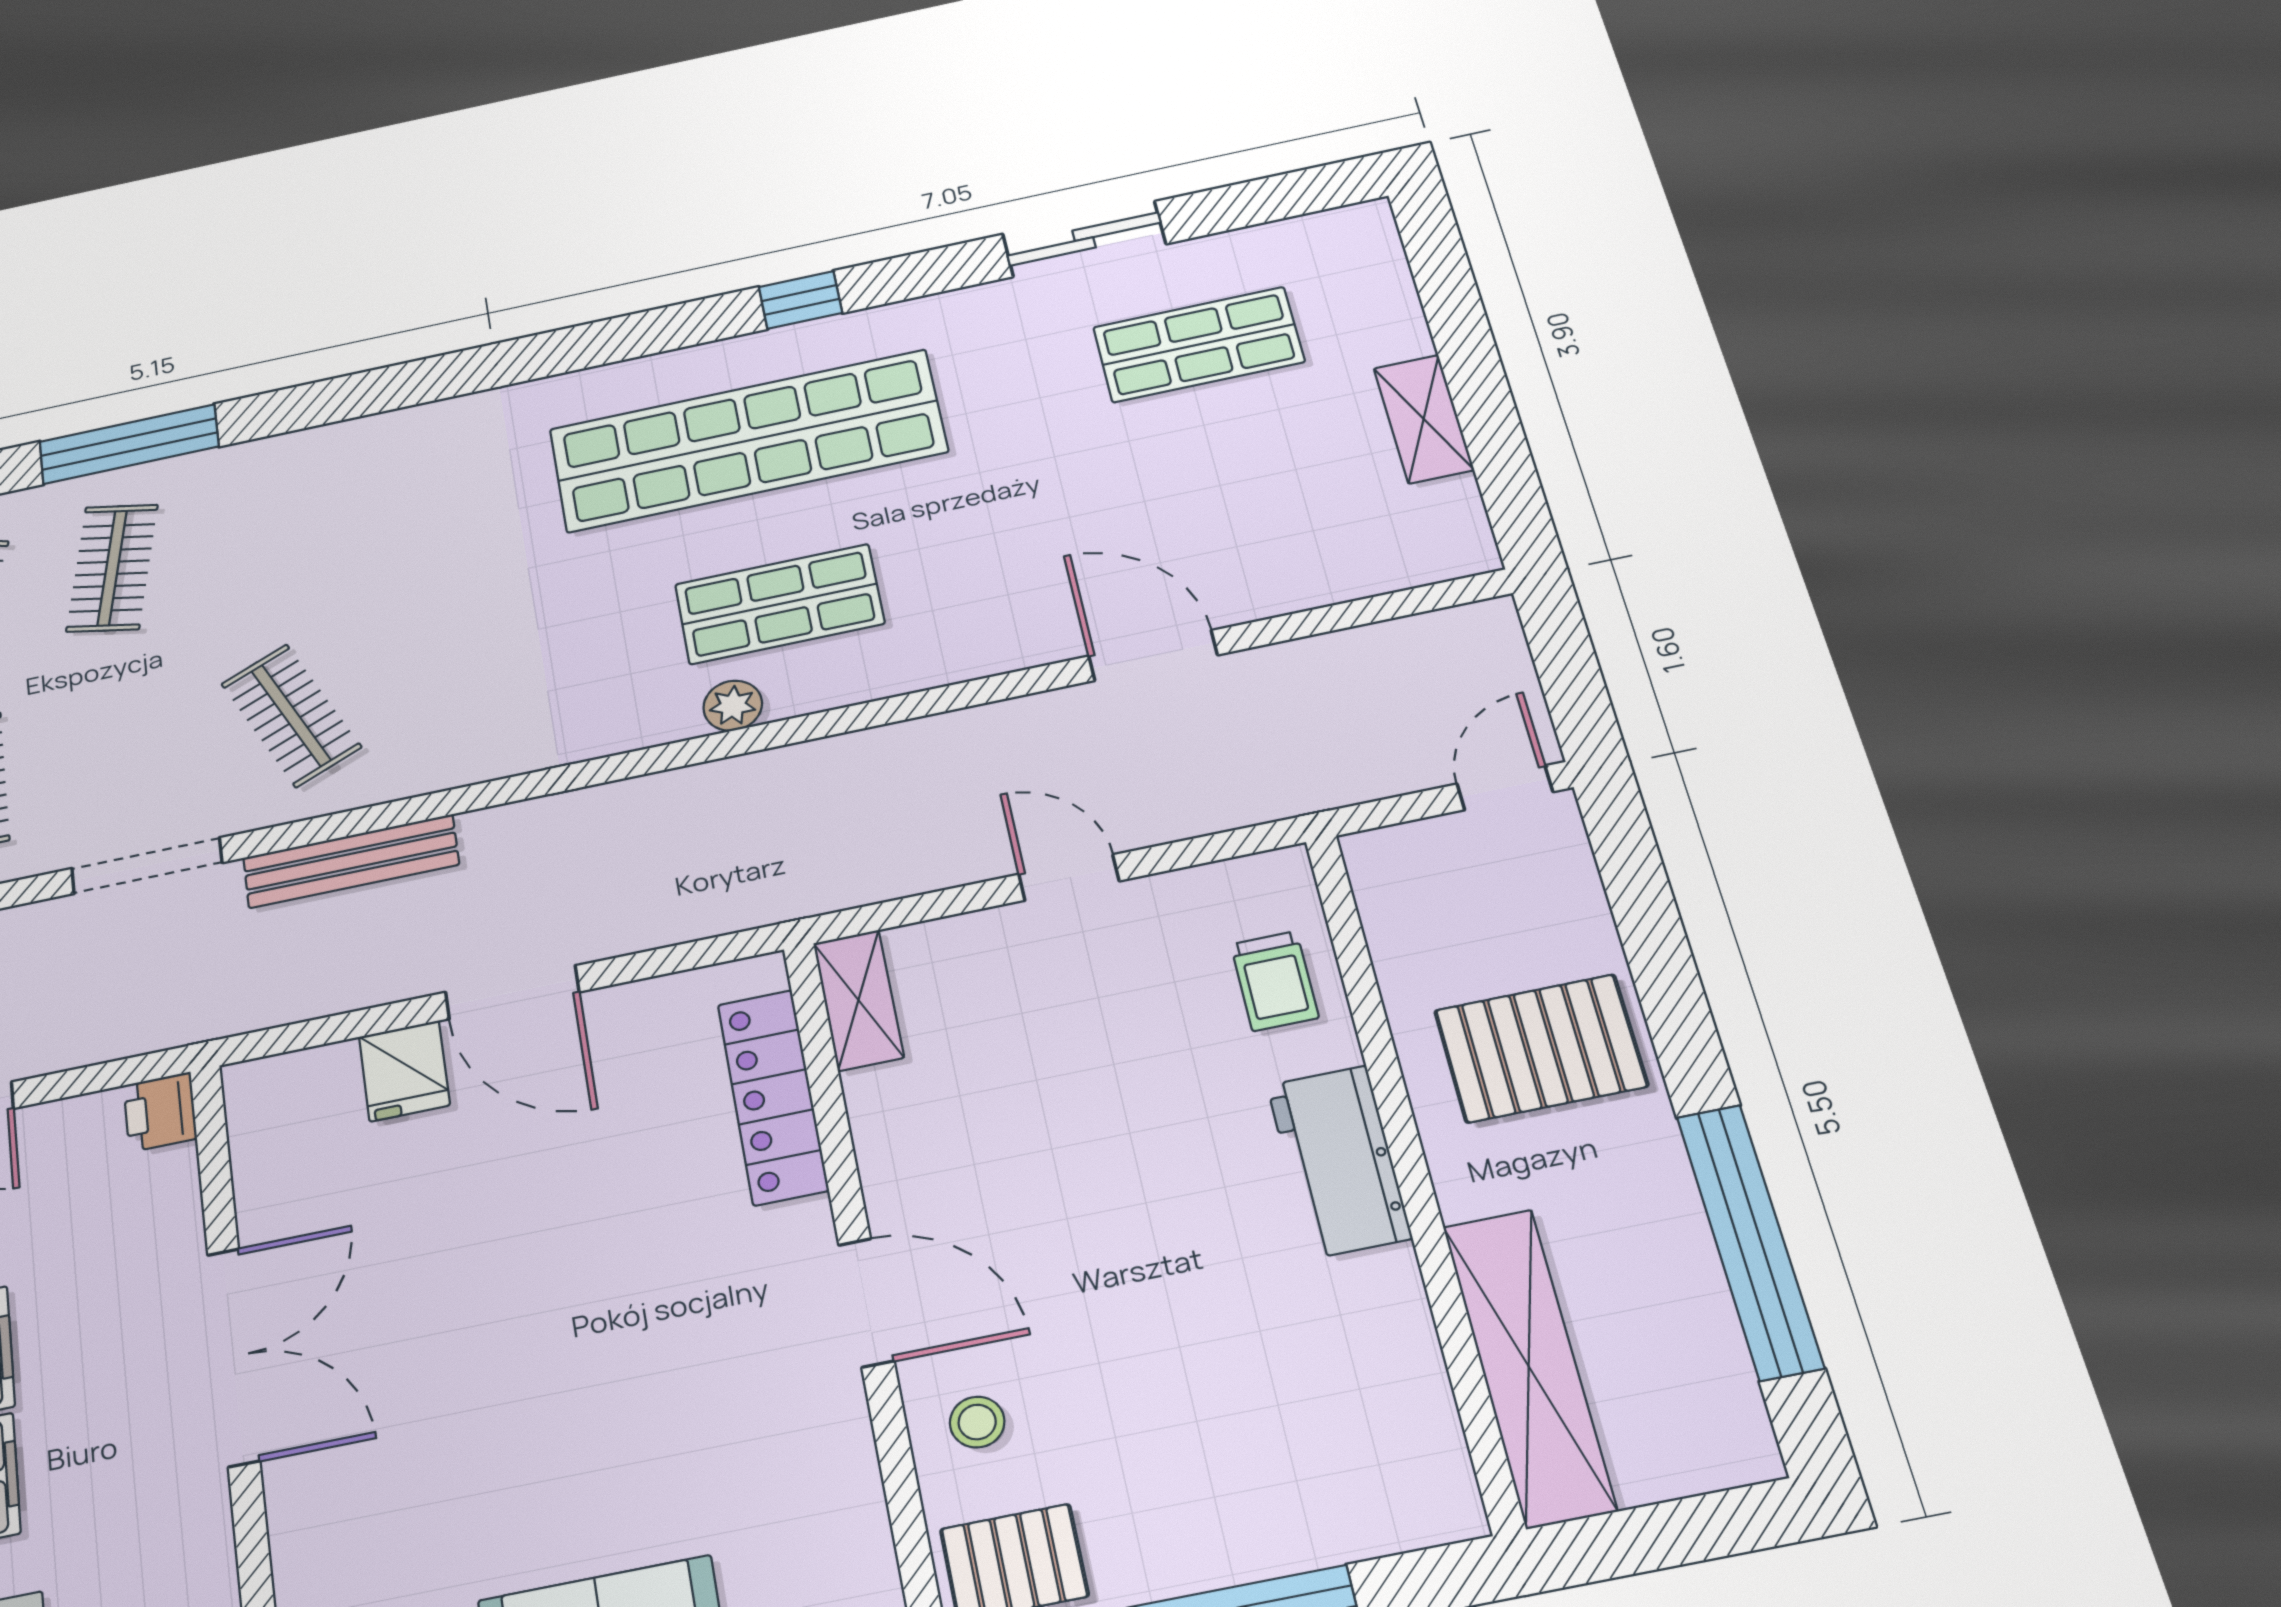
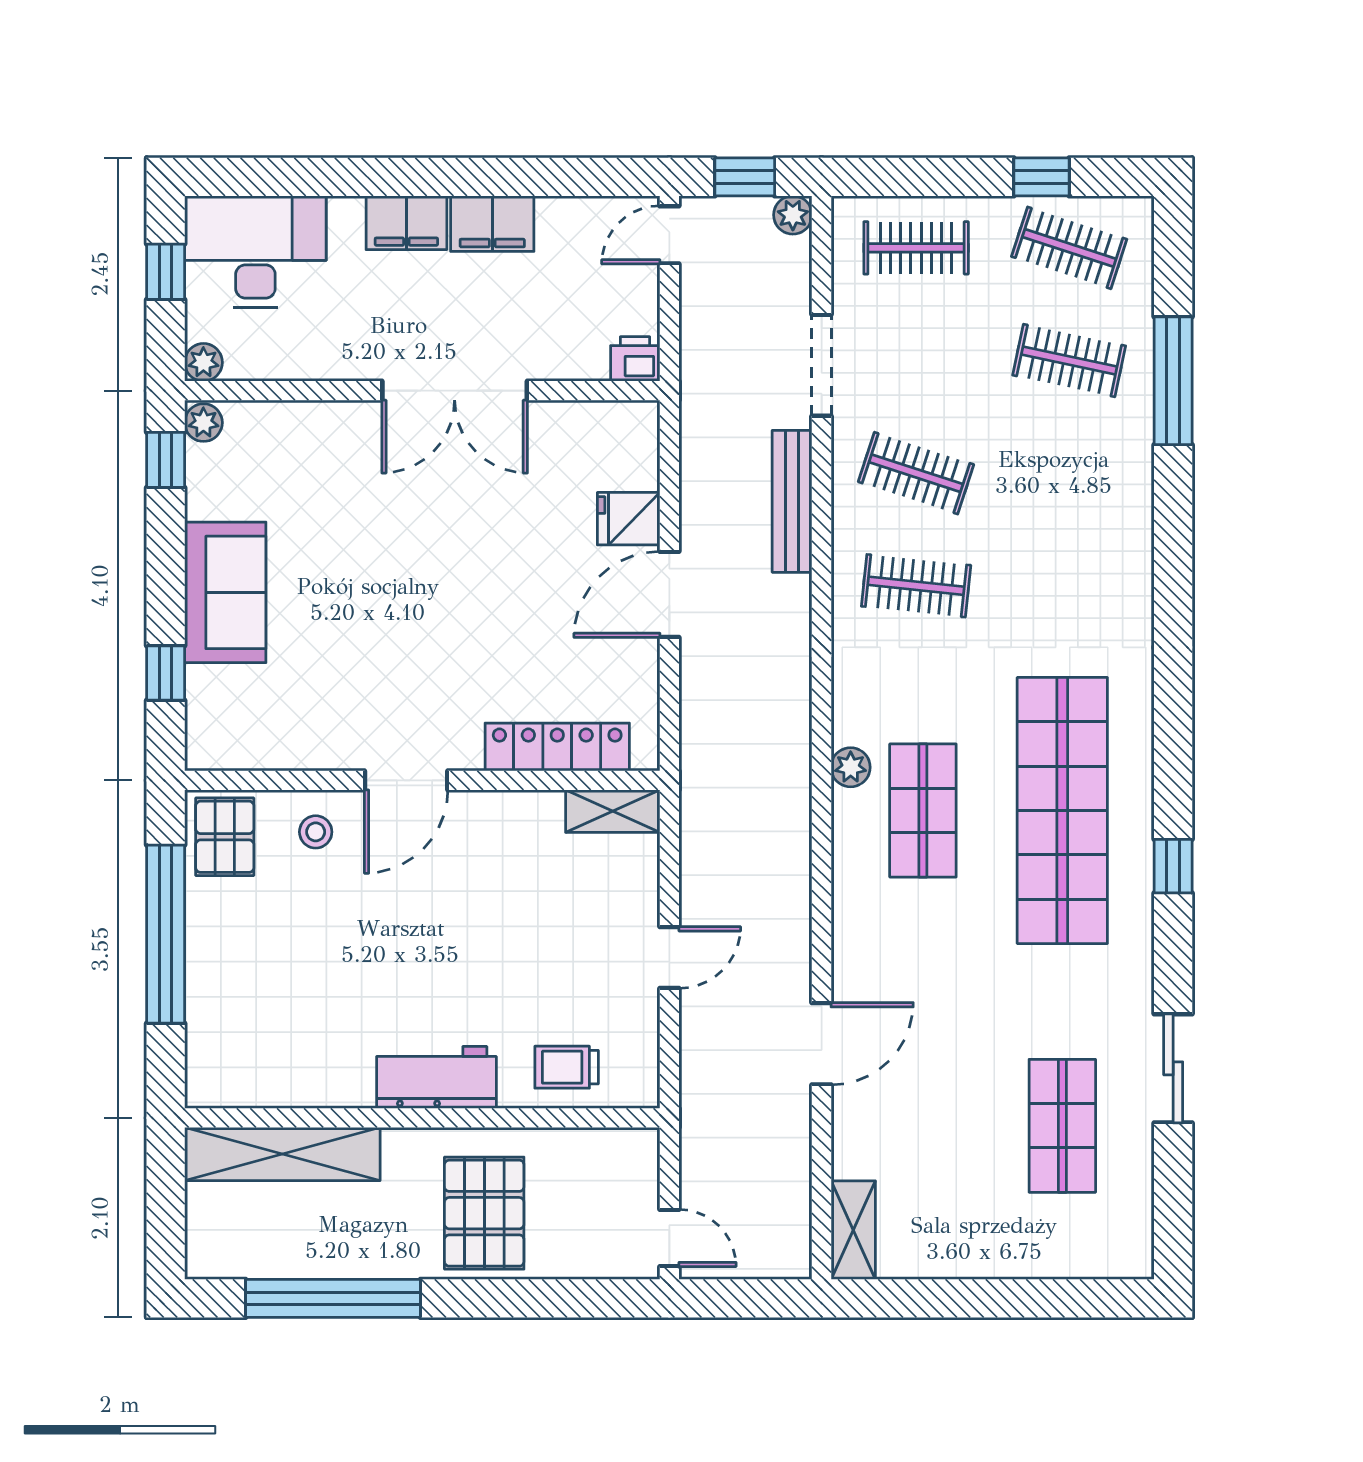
shelving: (1424, 419) -> (853, 1230), moved, turned 90
clothes rail: (454, 681) -> (916, 586), added
clothes rail: (291, 715) -> (916, 473), turned 42

